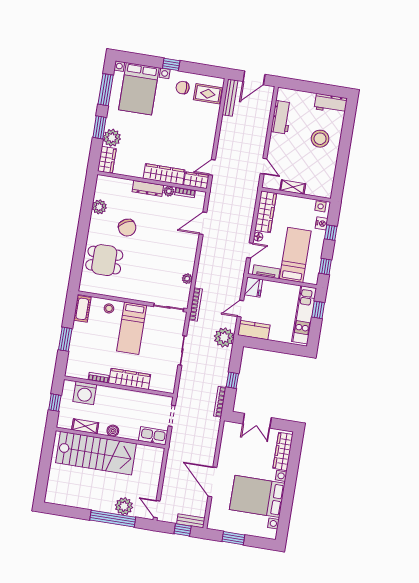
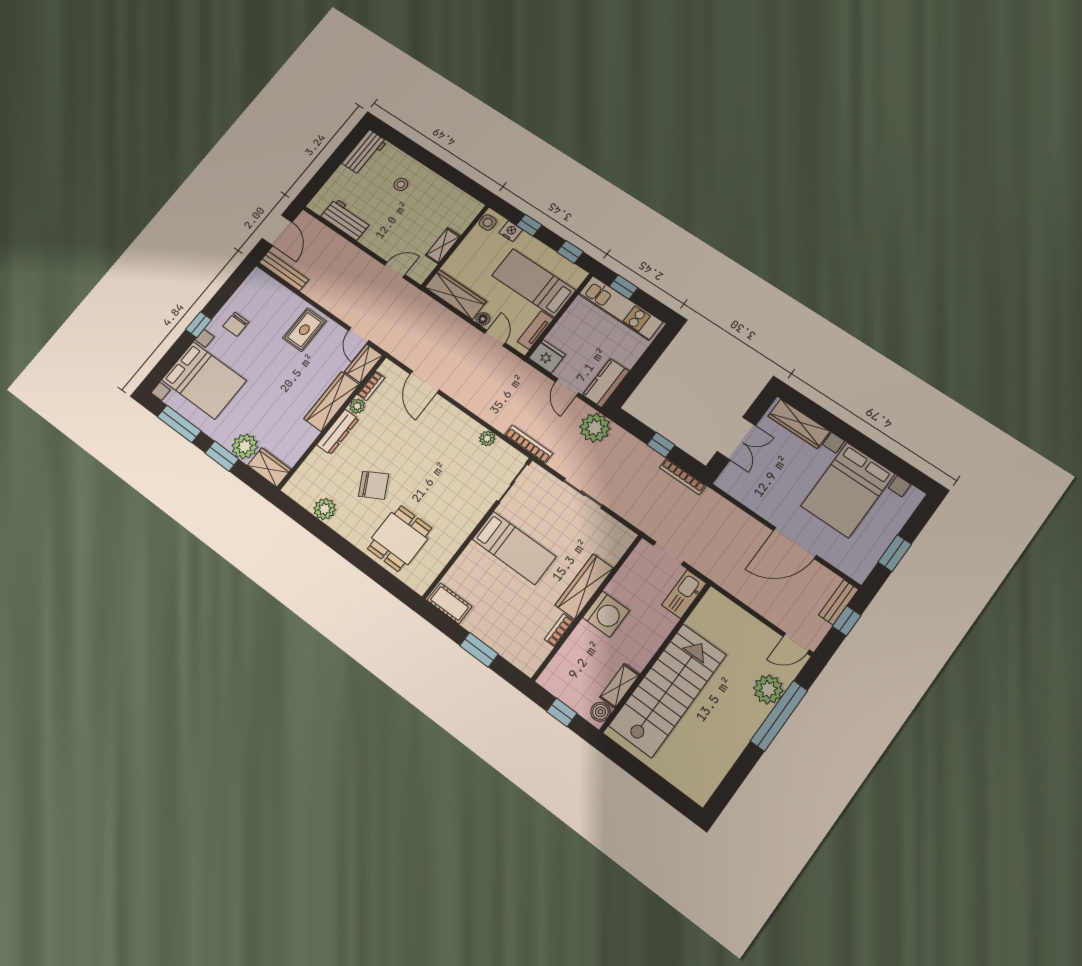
rug: (208, 94) -> (304, 330), moved
stool: (320, 139) -> (401, 184), width x0.53, depth x0.53
stool: (109, 308) -> (469, 566), removed
washing machine: (85, 393) -> (606, 614), moved
boiler: (113, 431) -> (600, 712), moved

